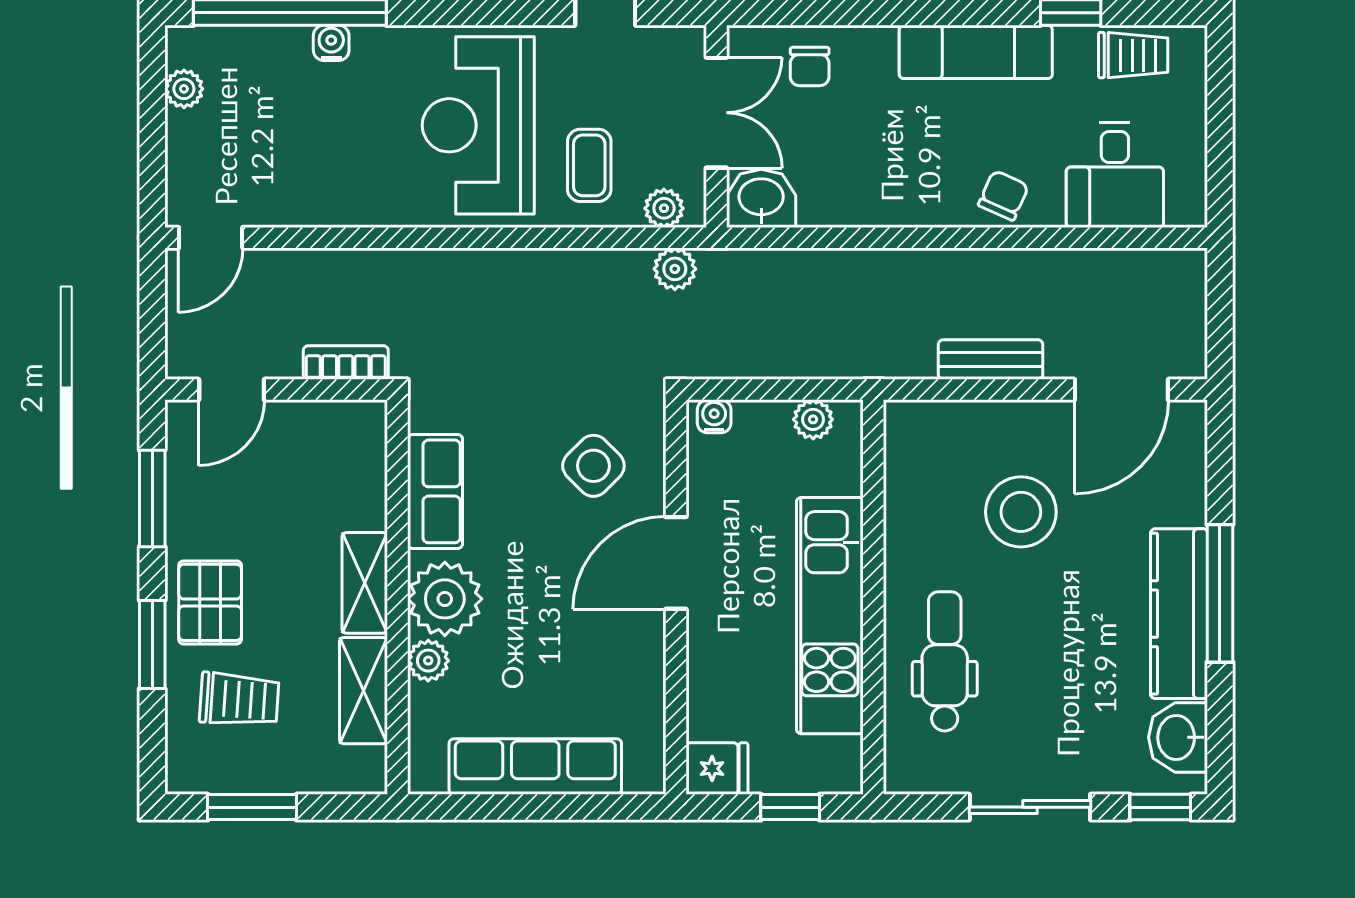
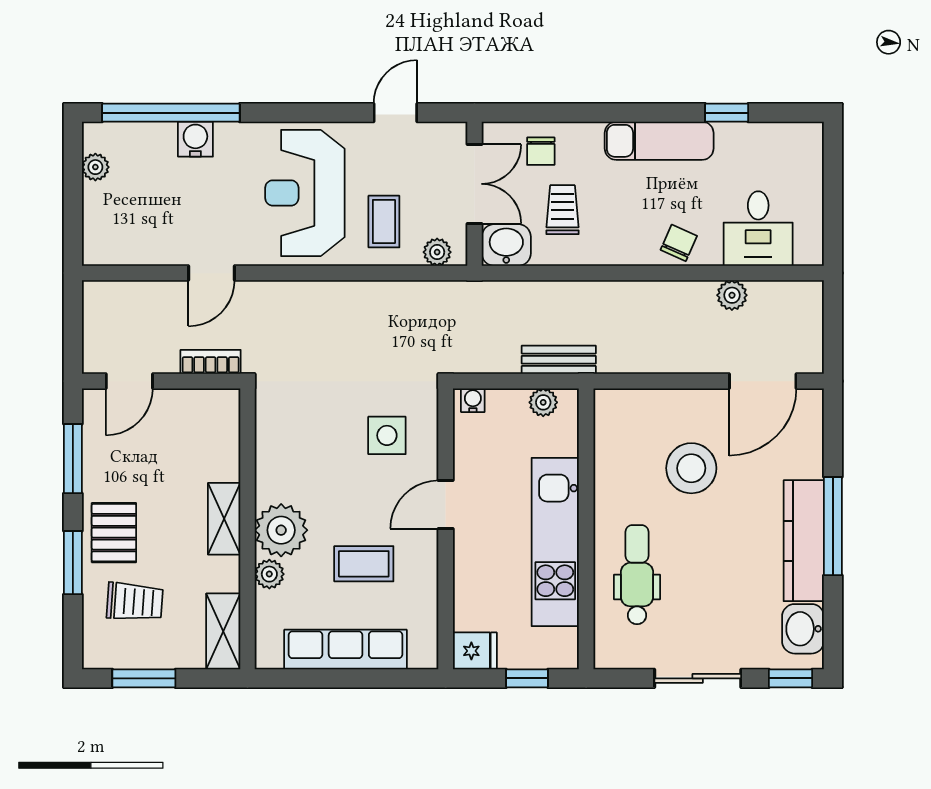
water cooler: (331, 43) -> (195, 139), width x1.38, depth x1.38
trolley: (1133, 55) -> (562, 210), moved, turned -90
door: (211, 238) -> (212, 273), moved
plant: (675, 269) -> (732, 295), moved
bench: (991, 360) -> (559, 360), moved
side table: (593, 466) -> (387, 435), turned 45
row of seats: (435, 491) -> (274, 454), removed
door: (676, 563) -> (446, 505), width x0.73
coffee table: (561, 646) -> (364, 564), added
shelving: (364, 691) -> (223, 631), moved

